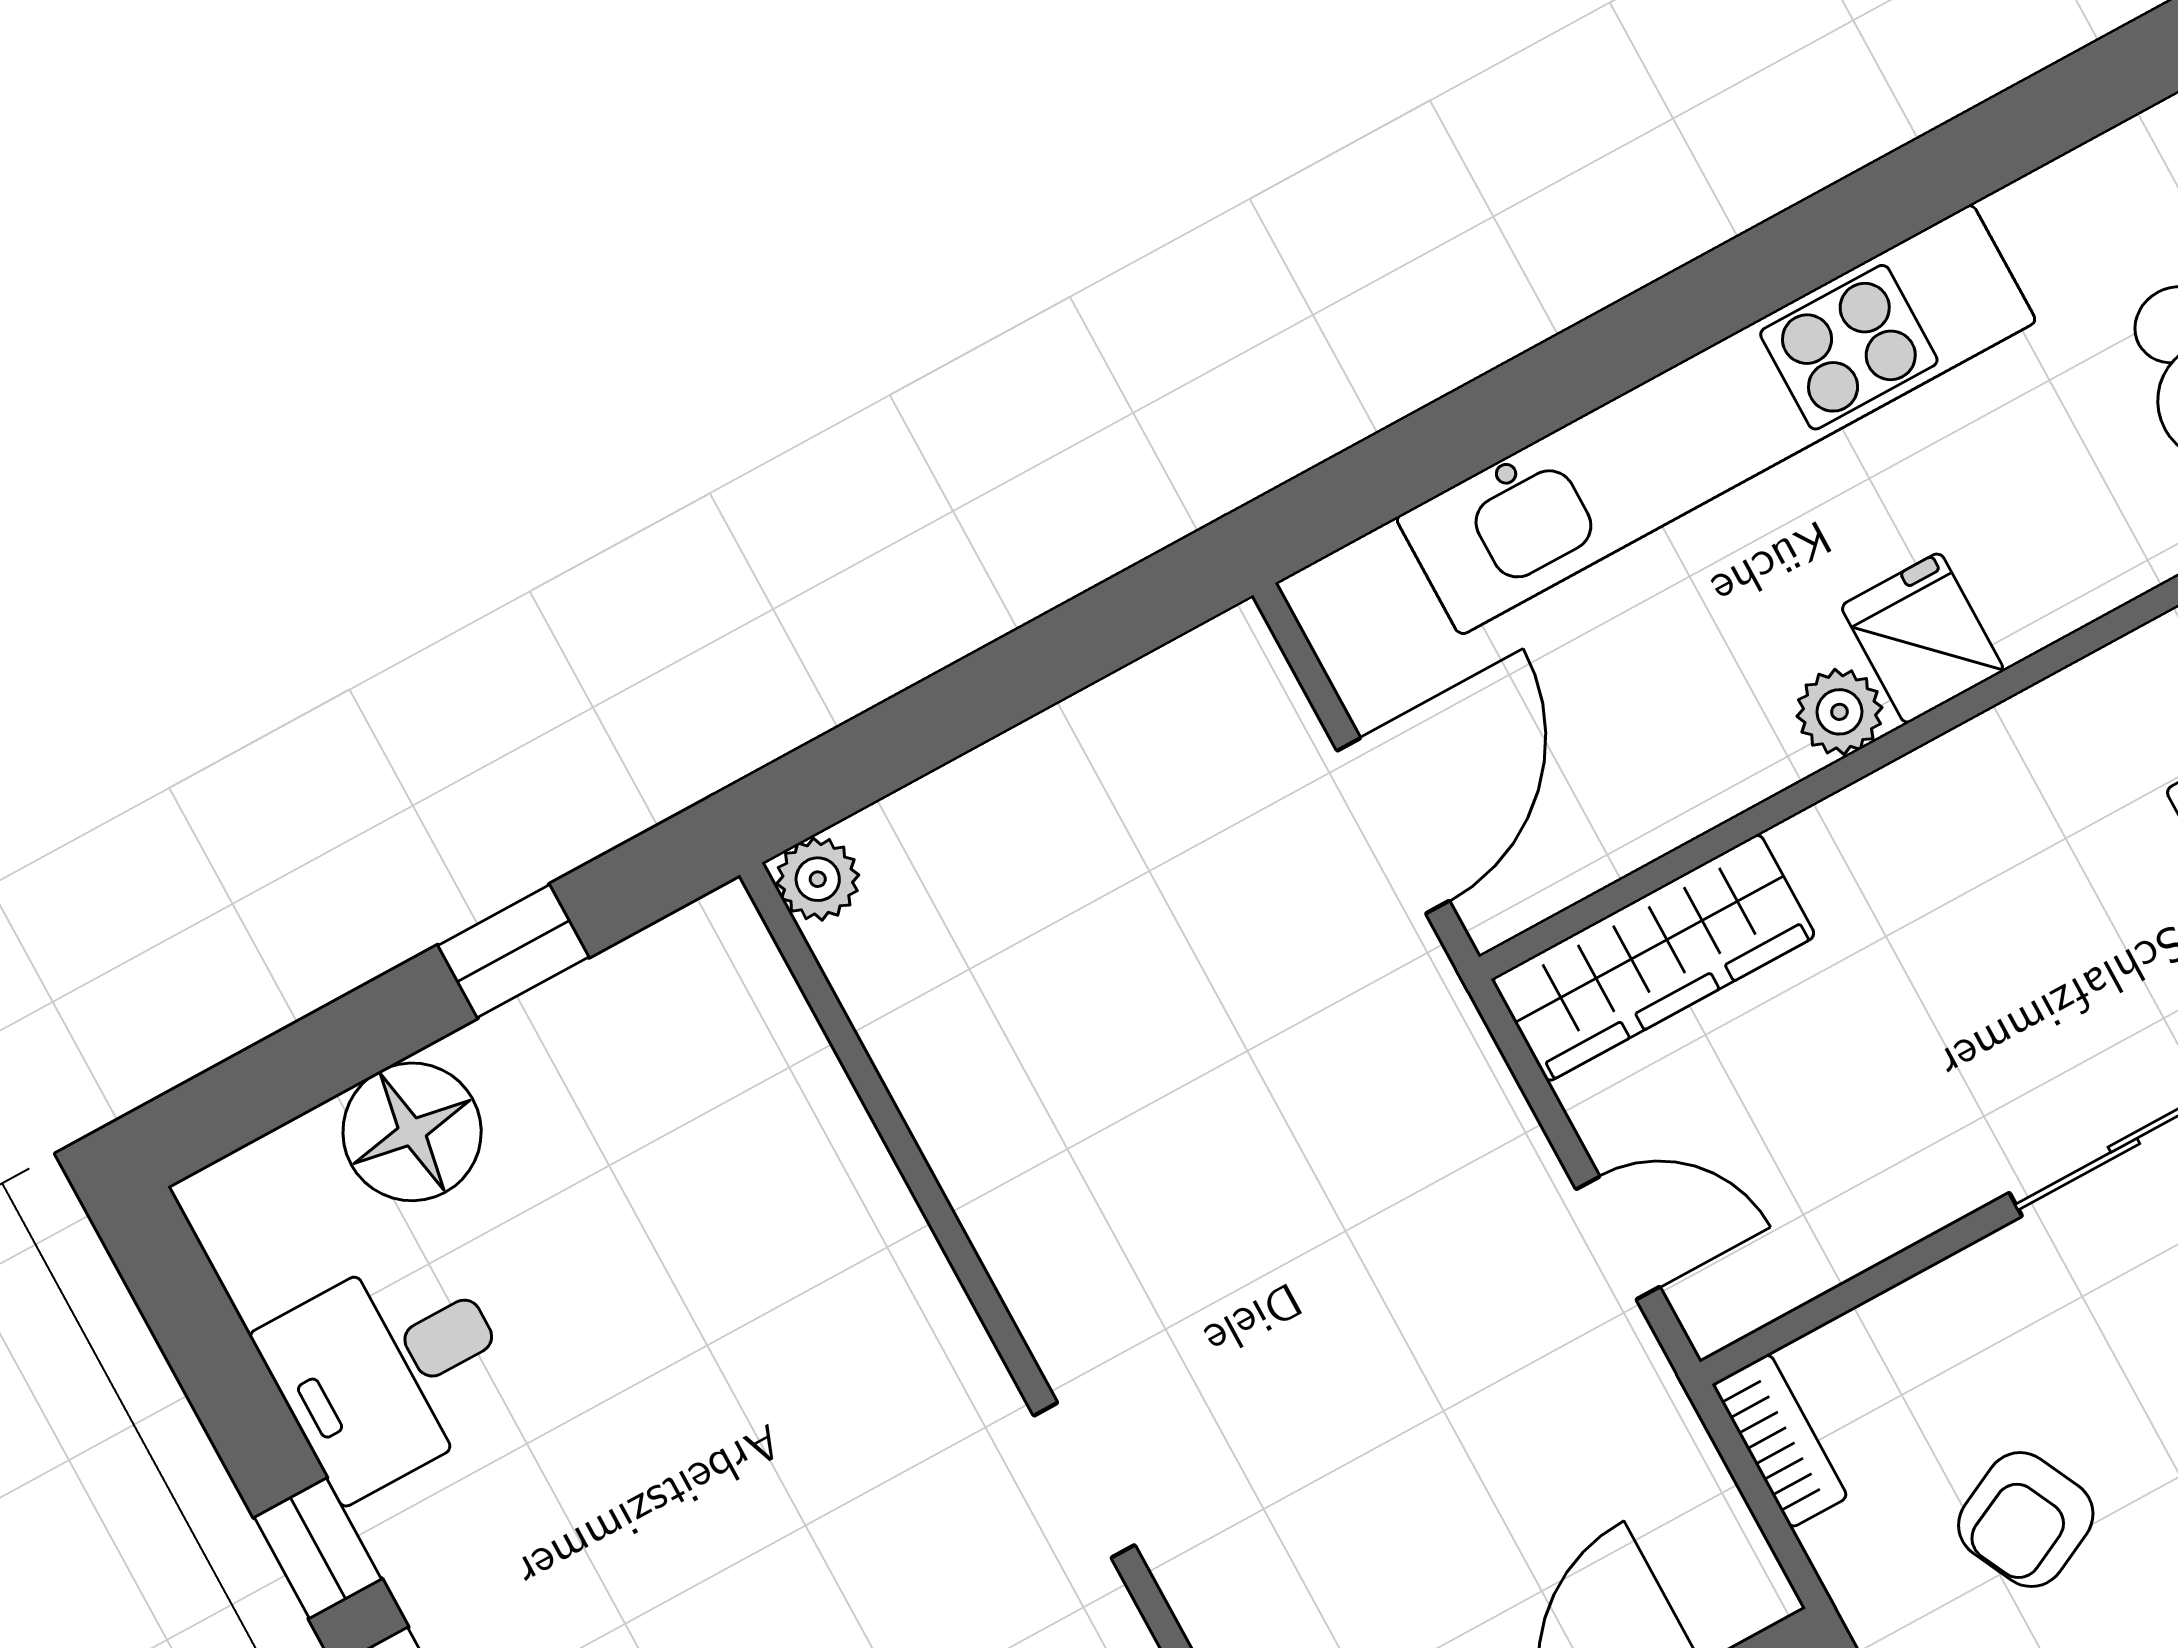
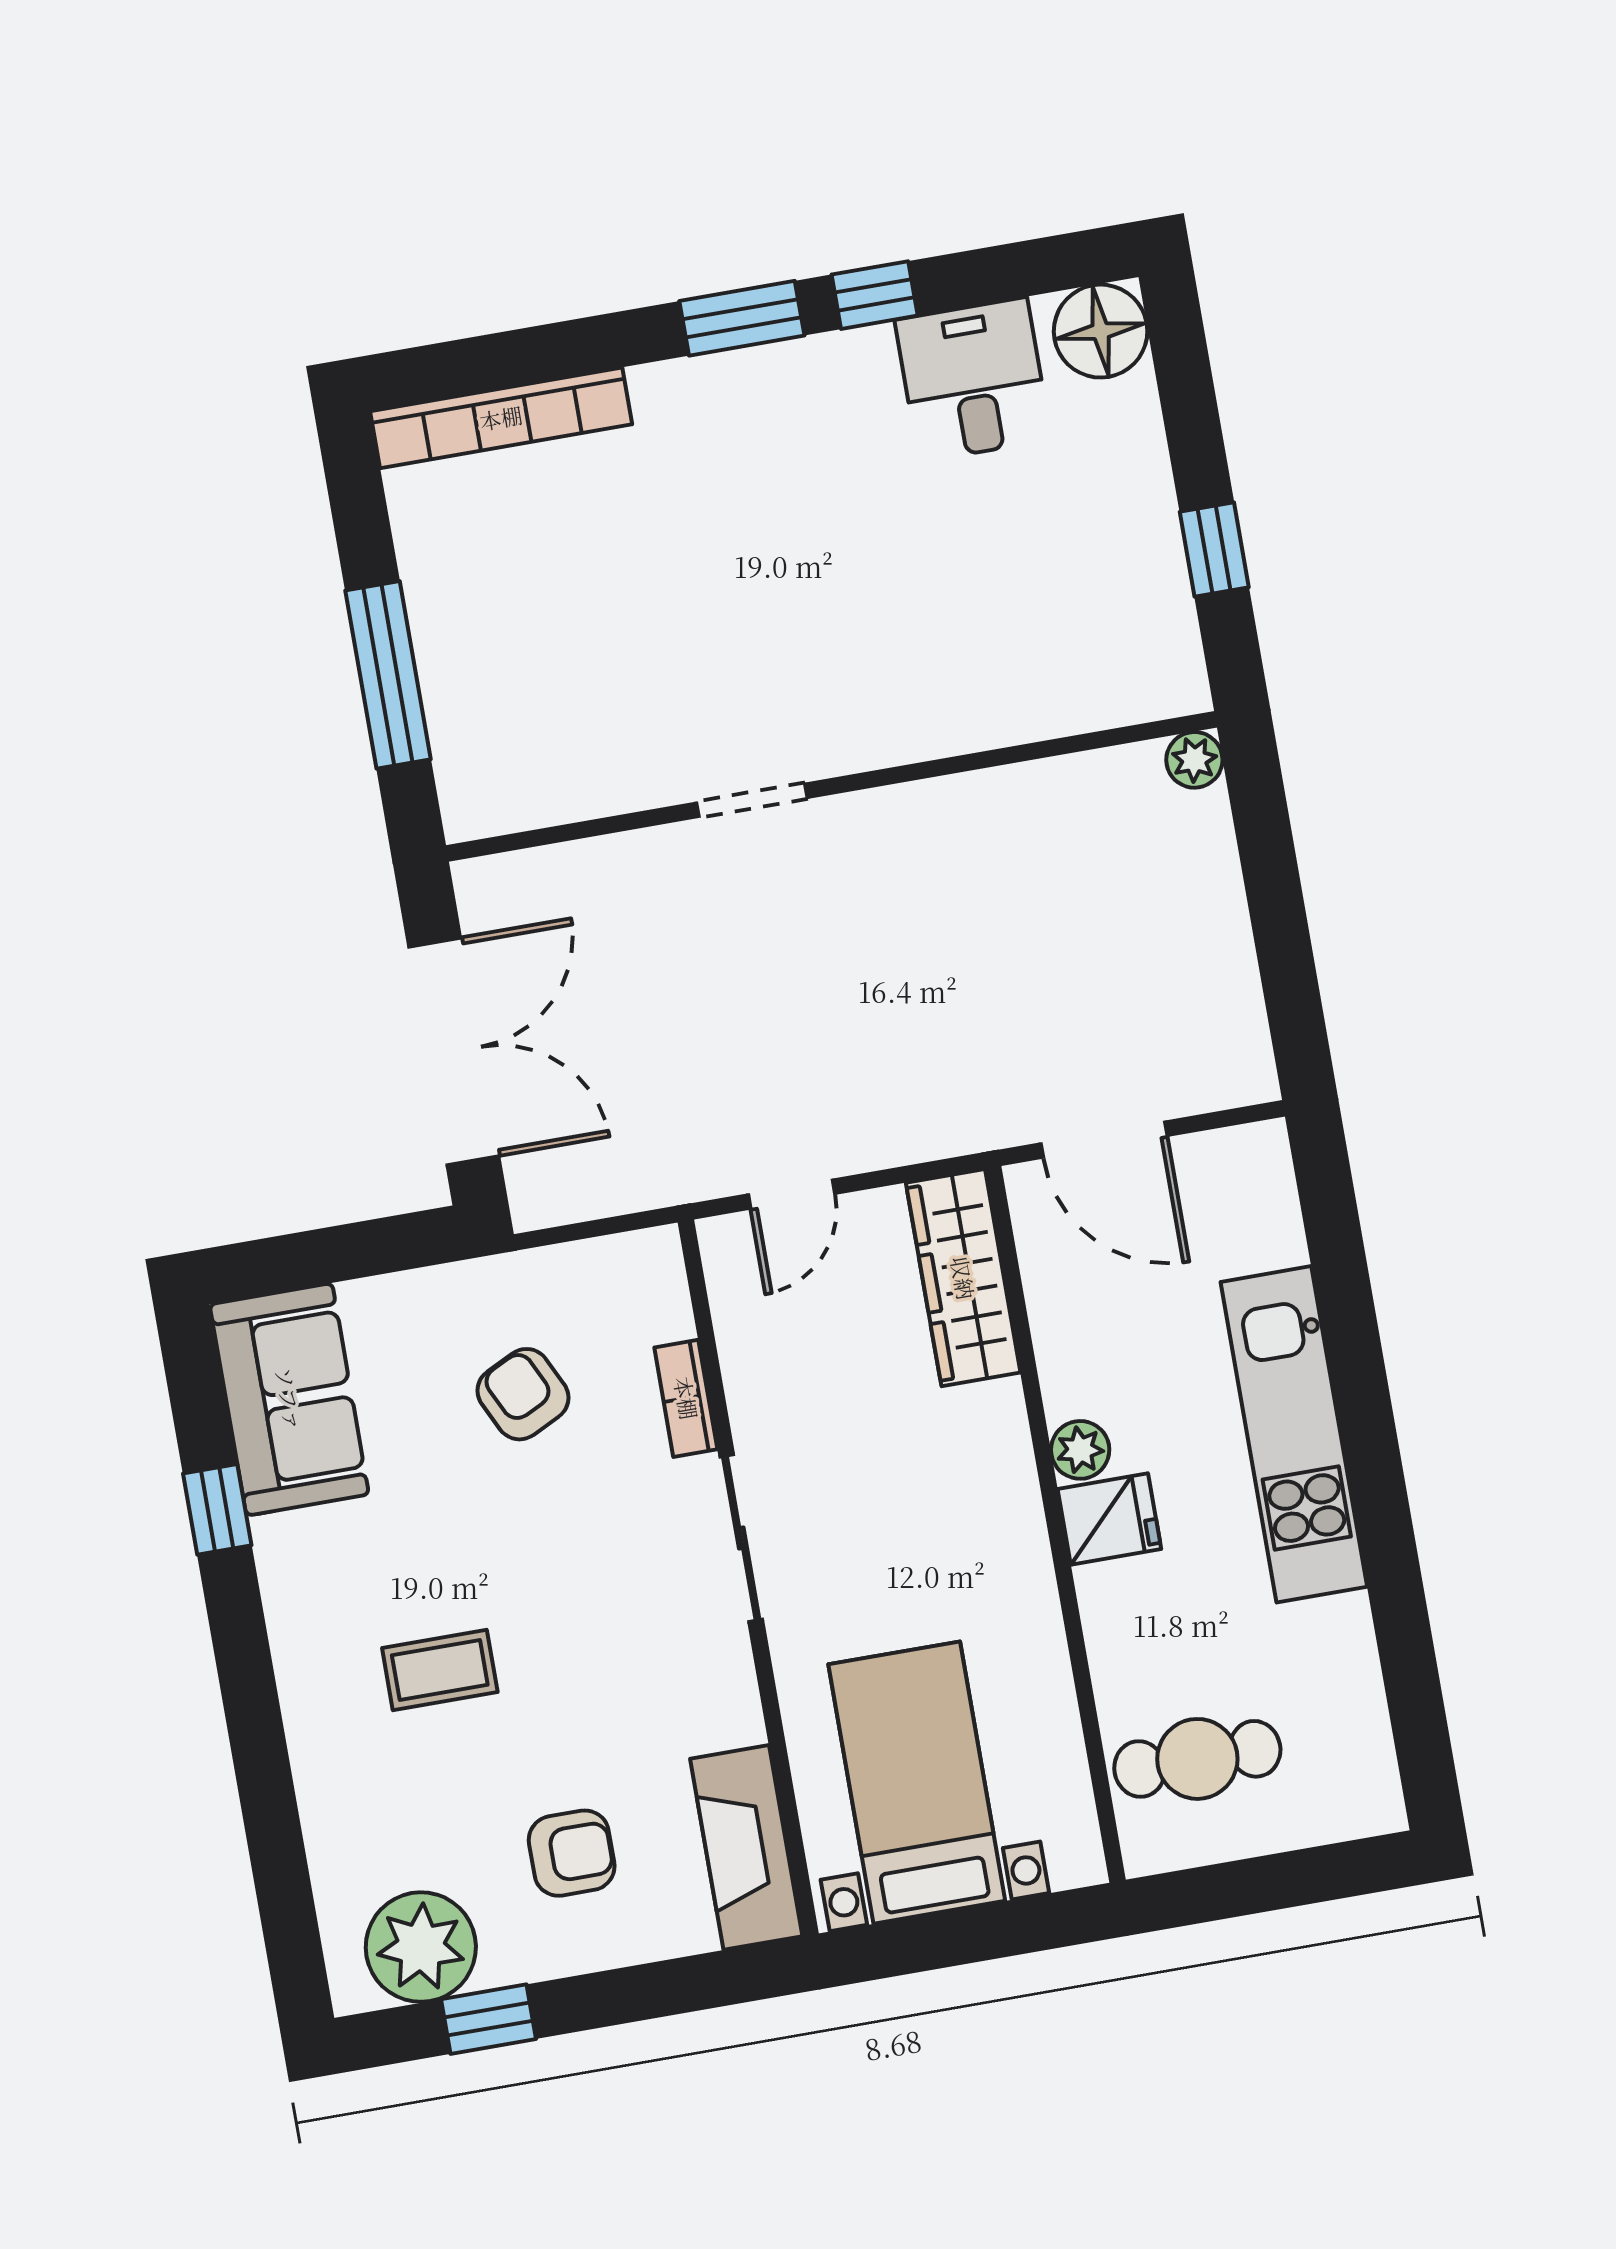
kitchen unit: (1716, 420) -> (1294, 1434), width x0.73
floor lamp: (412, 1132) -> (1101, 331), moved
bookcase: (1780, 1441) -> (686, 1398), moved, turned 90

